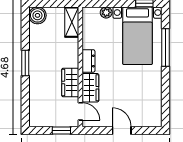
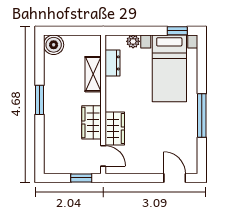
shelving: (72, 22) -> (93, 74), moved
window: (166, 48) -> (202, 115), moved
dresser: (88, 61) -> (113, 63), moved
door: (122, 131) -> (175, 178), moved

